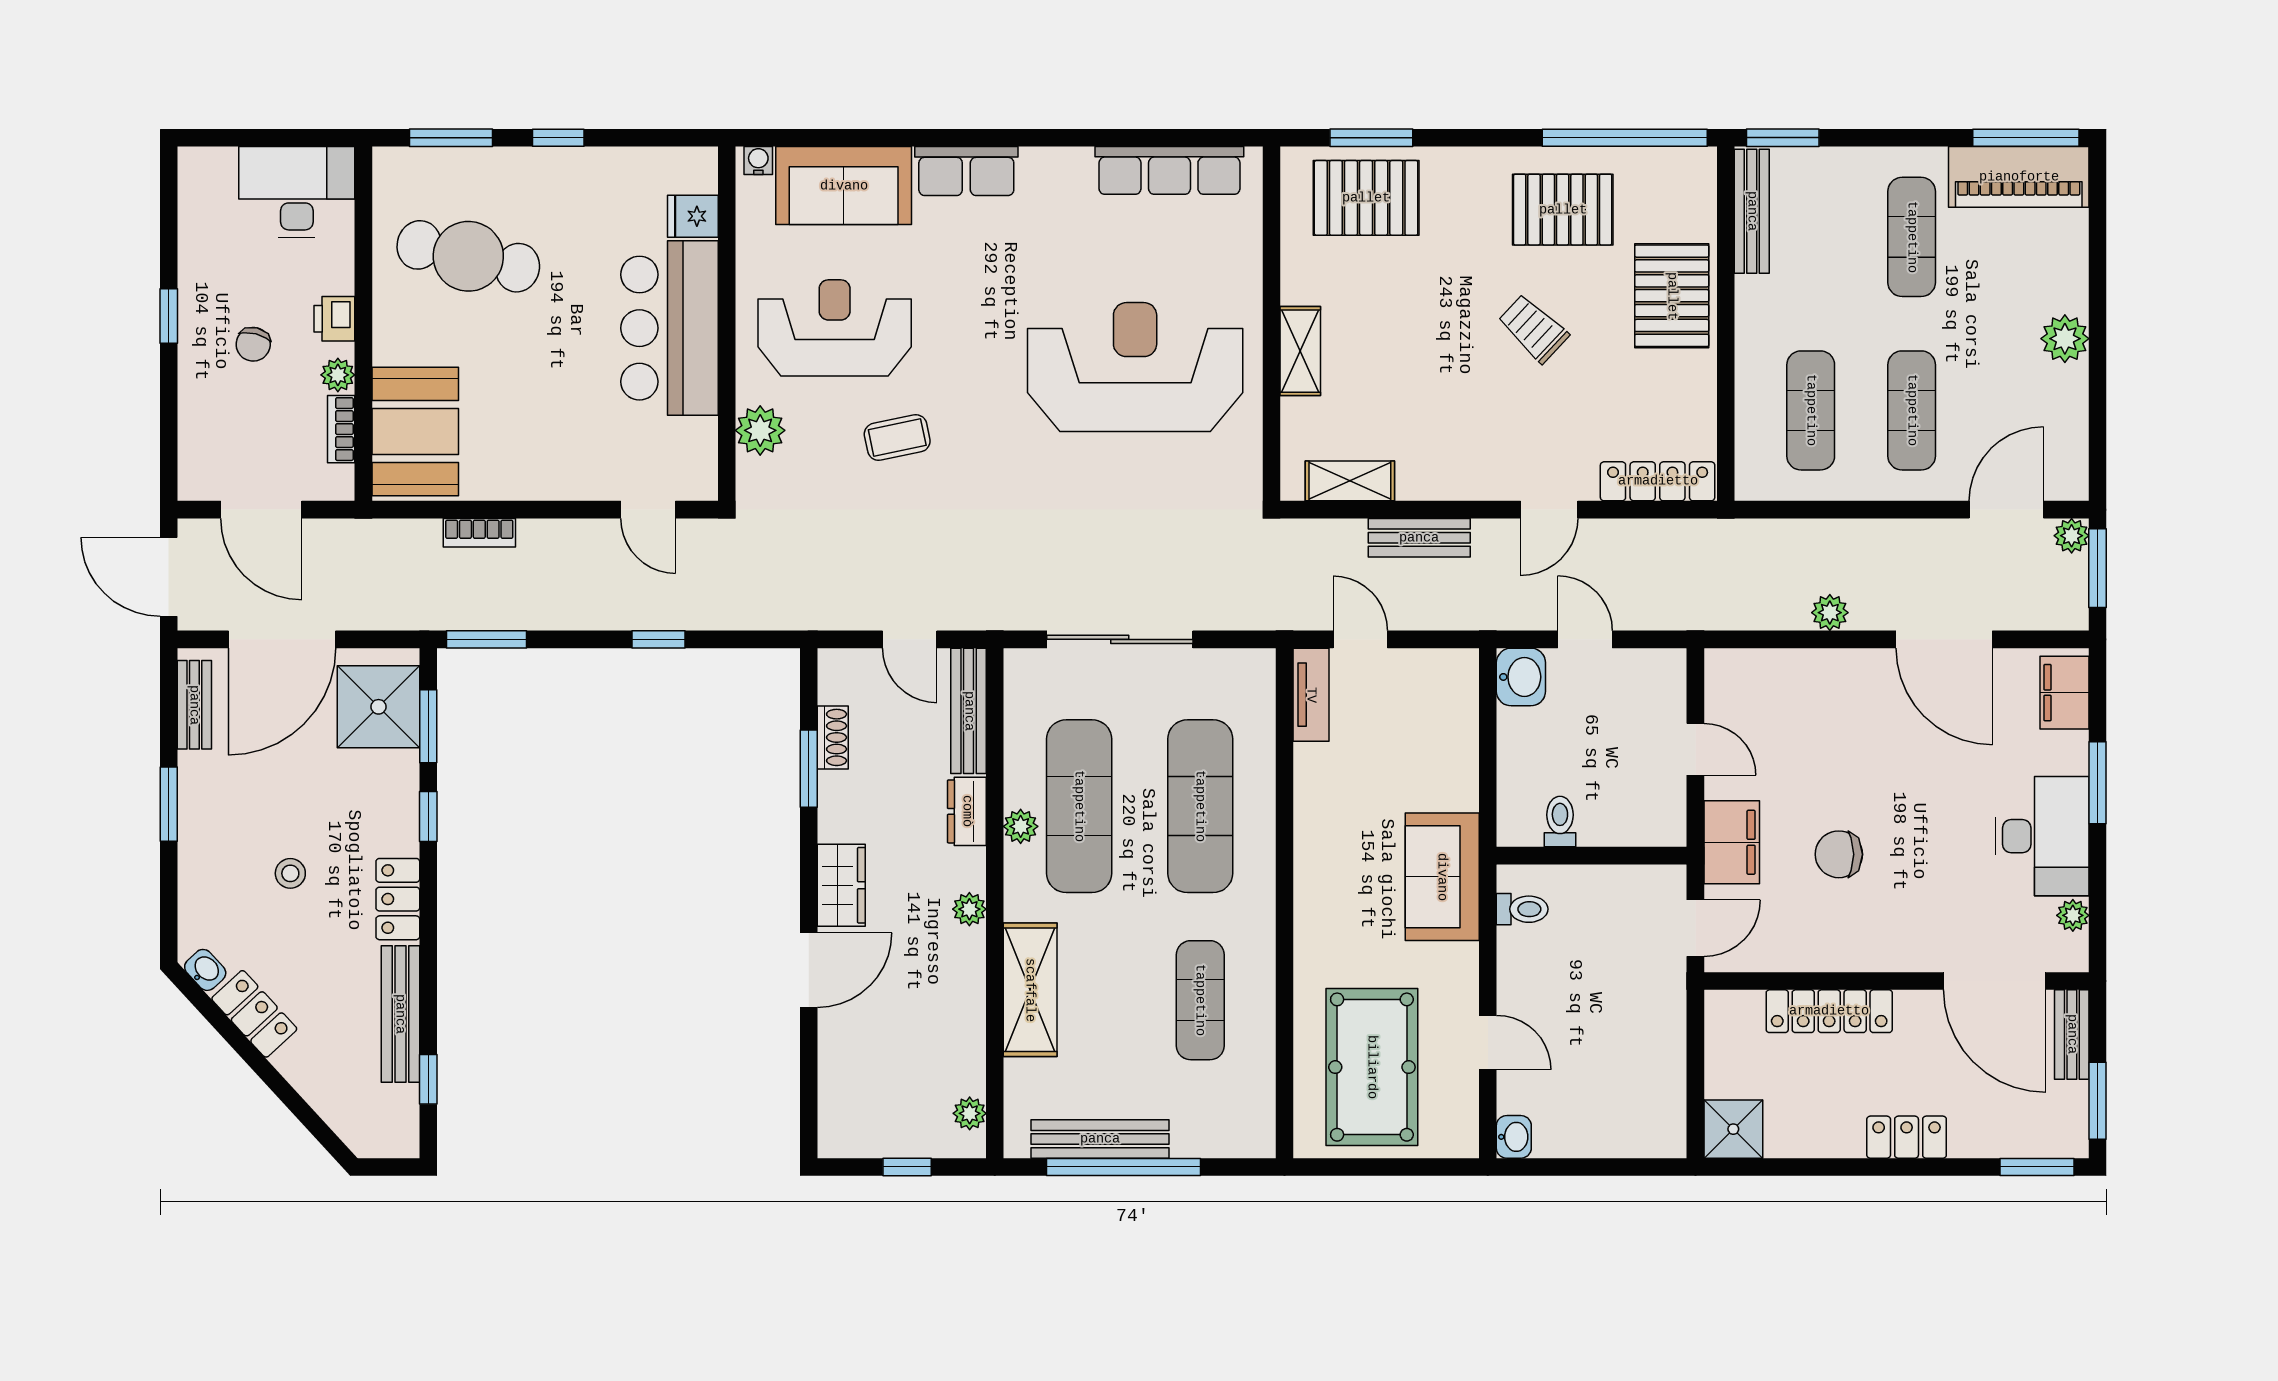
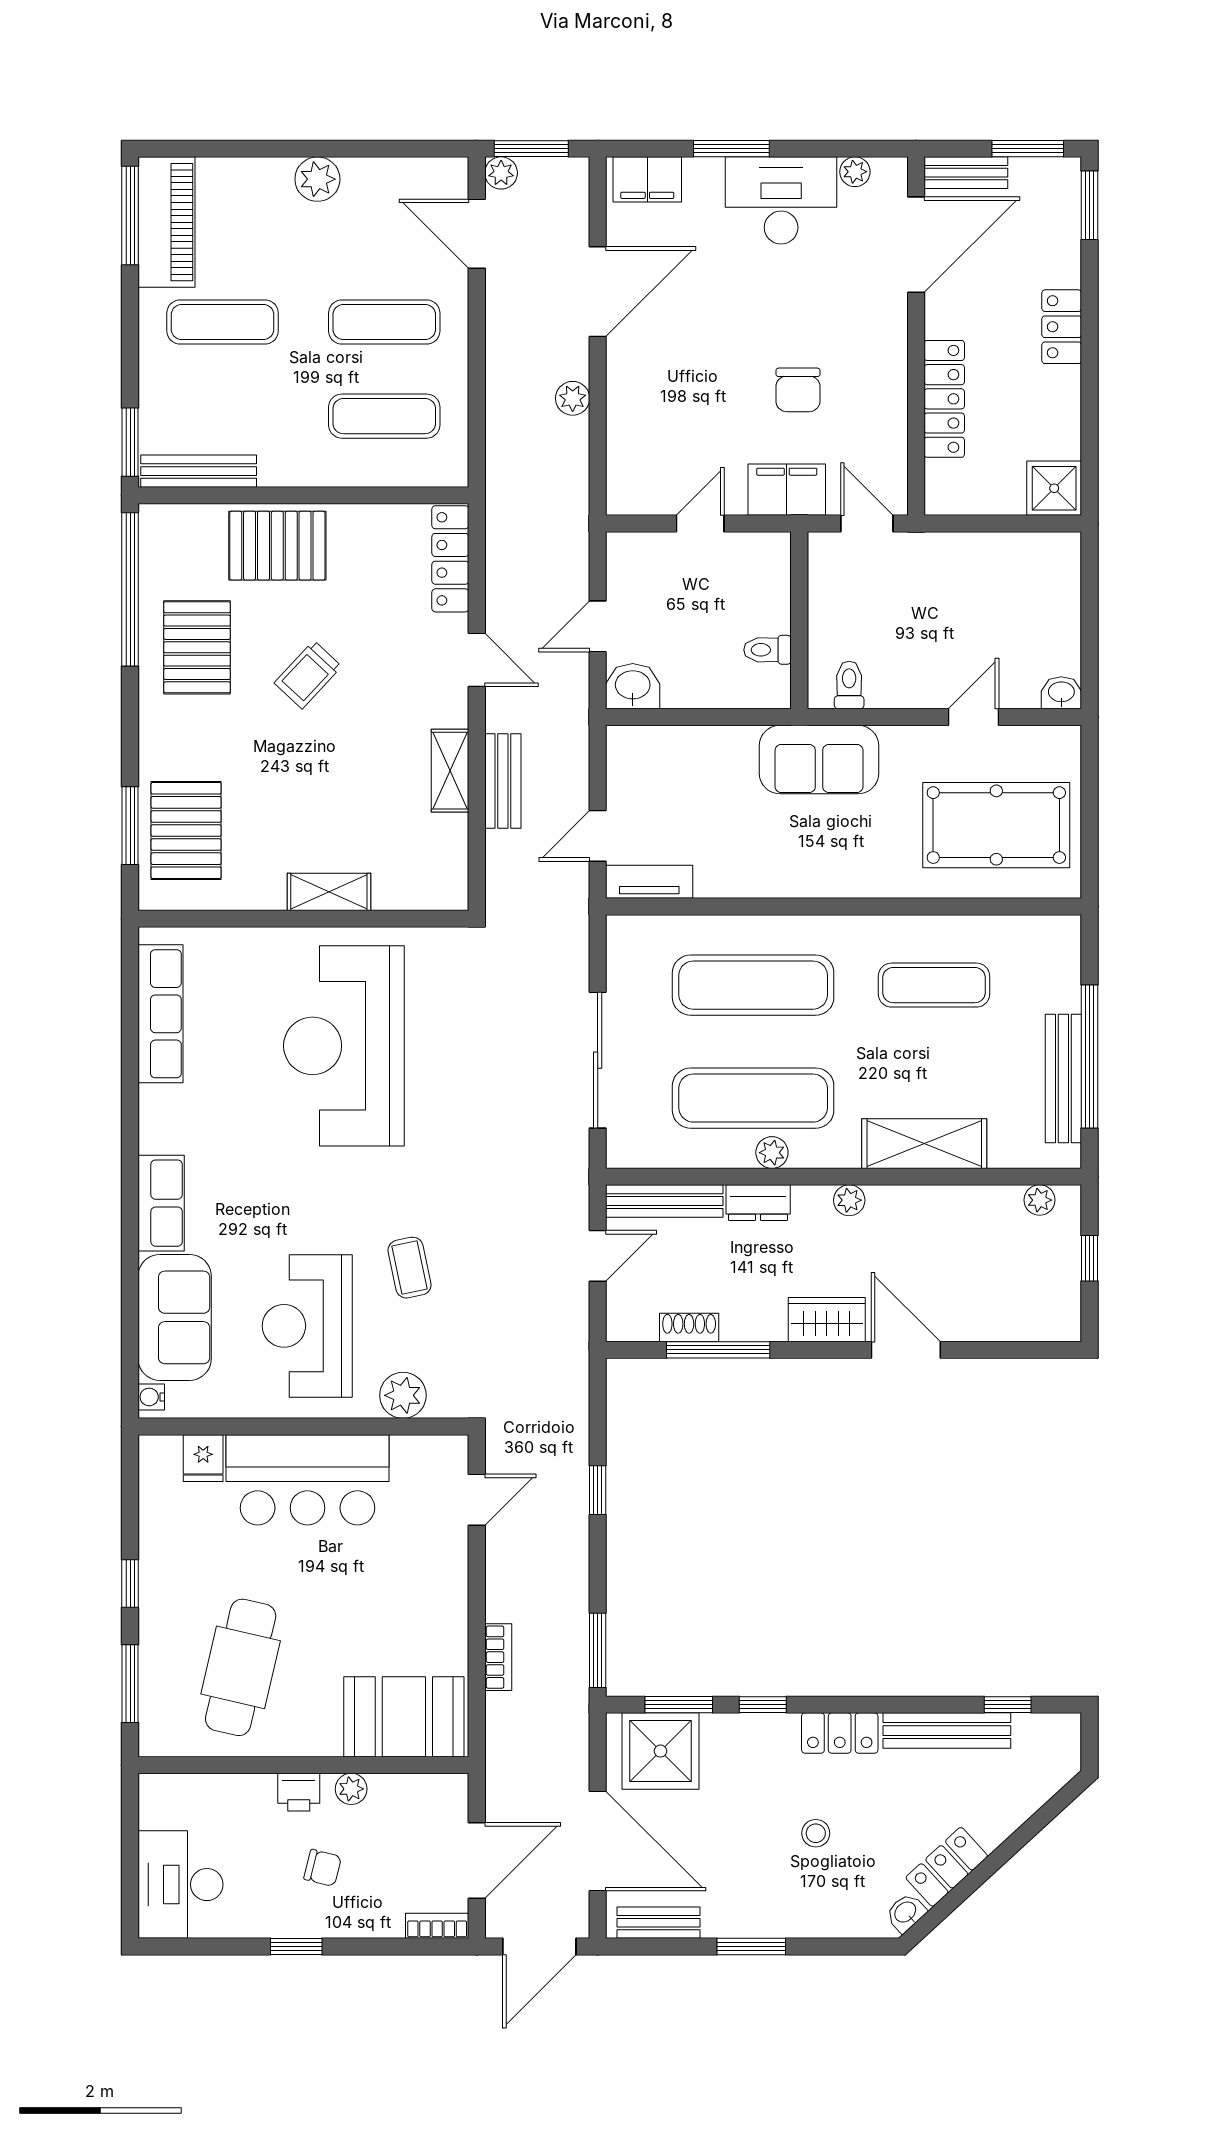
desk: (297, 192) -> (181, 1885), moved
bookcase: (341, 429) -> (437, 1926), moved, turned 180
shelving: (1350, 481) -> (450, 771), moved
window: (809, 769) -> (718, 1350), width x1.44

